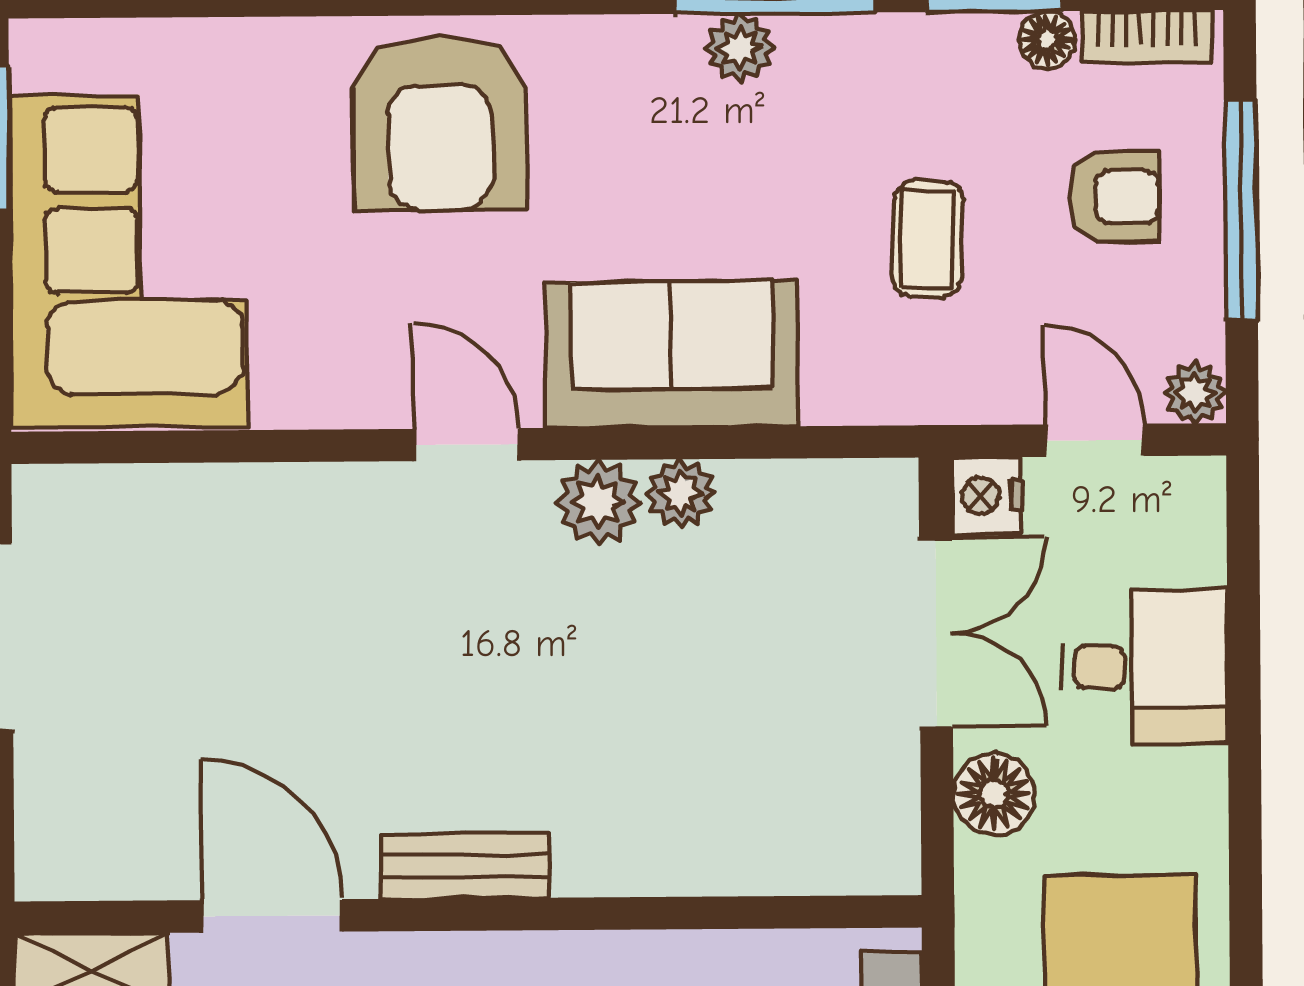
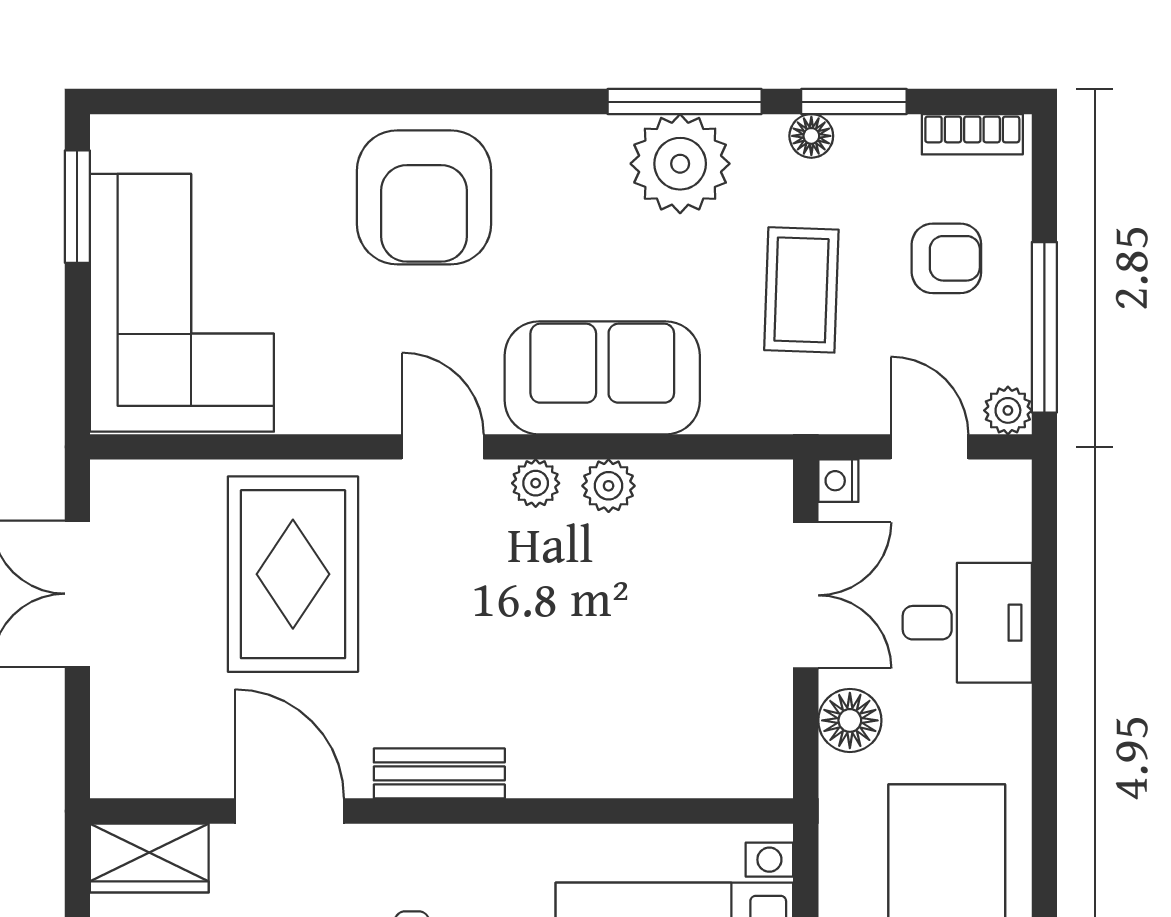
floor lamp: (1047, 39) -> (811, 136), moved
plant: (740, 48) -> (680, 164), width x1.87, depth x1.87
window: (1241, 210) -> (1044, 327), moved
coffee table: (928, 239) -> (801, 290), width x1.36, depth x1.30
nightstand: (986, 495) -> (838, 481), width x0.72, depth x0.74
plant: (598, 502) -> (536, 483), width x0.73, depth x0.73
rug: (274, 610) -> (293, 574), added

